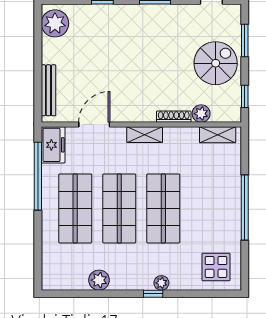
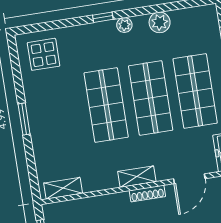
plant: (201, 114) -> (83, 207), removed
shoe rack: (174, 117) -> (147, 194), moved
window: (245, 208) -> (24, 119), width x0.47
plant: (161, 283) -> (124, 25), moved

